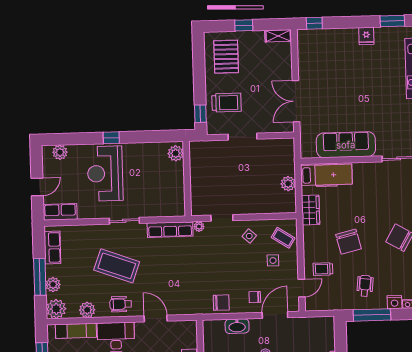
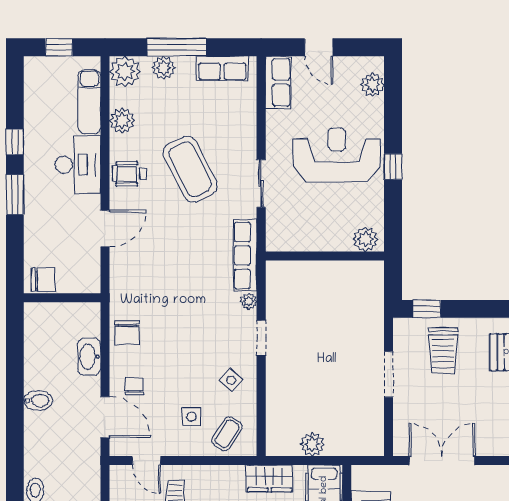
plant: (176, 153) -> (365, 239), moved
wall: (187, 179) -> (325, 256), moved
coffee table: (117, 266) -> (190, 169), turned -47
wheelchair: (121, 304) -> (129, 174), turned -90

